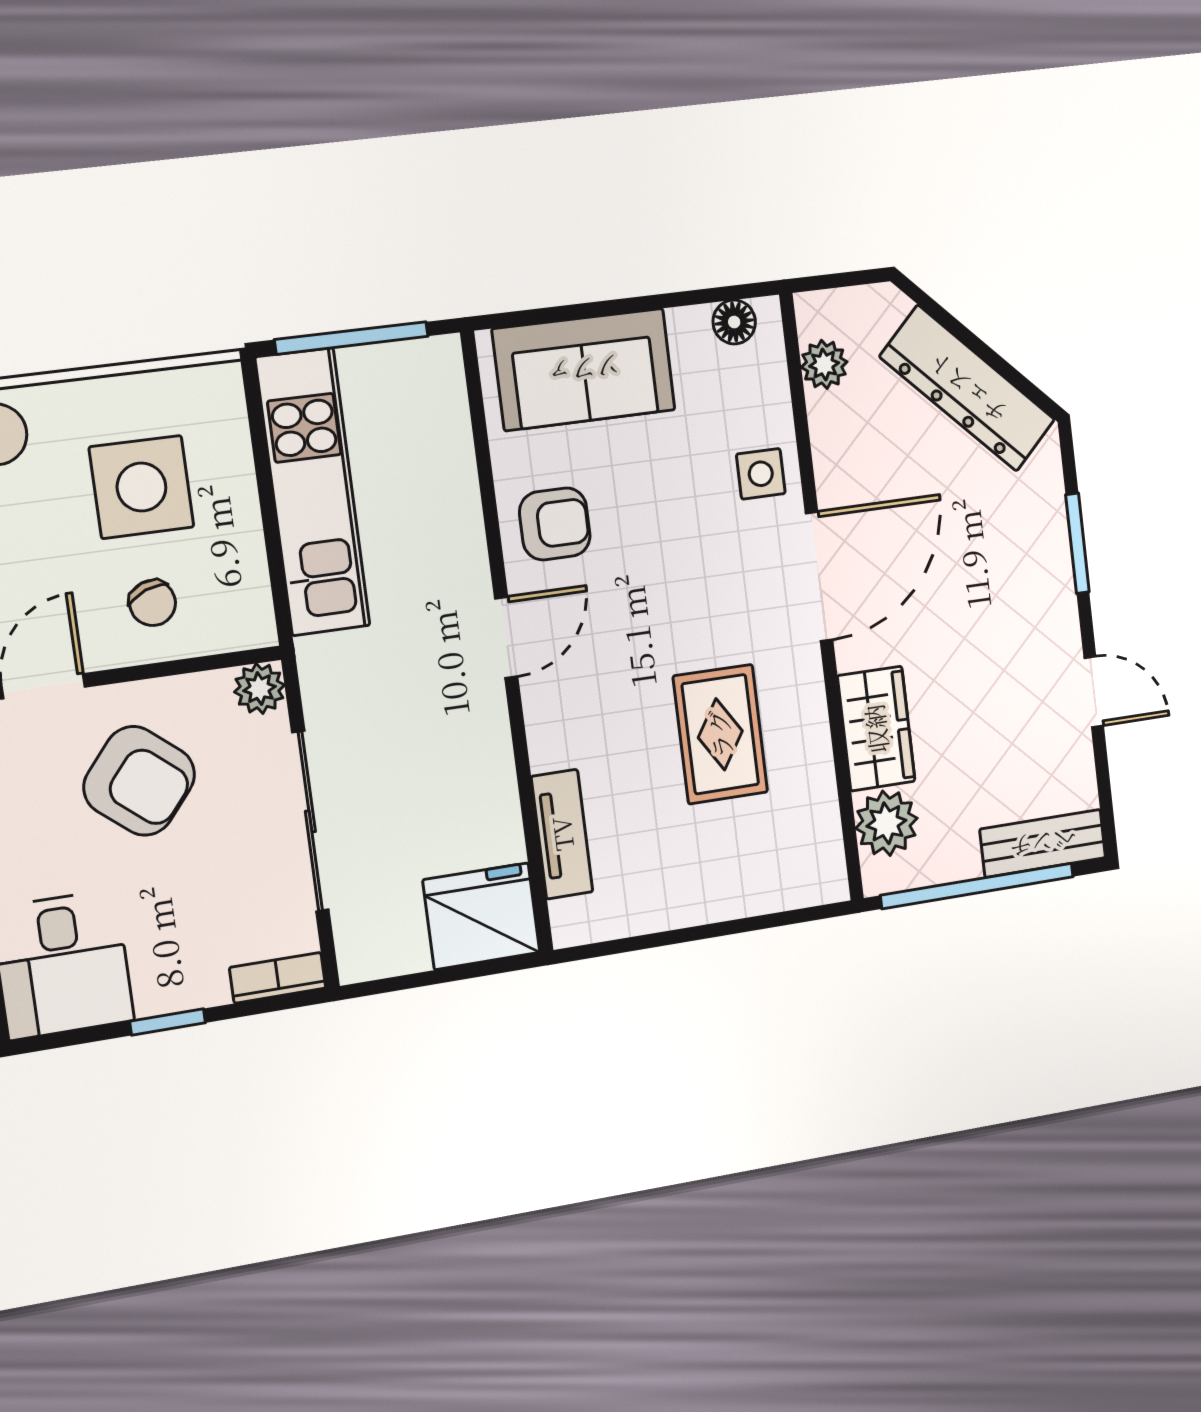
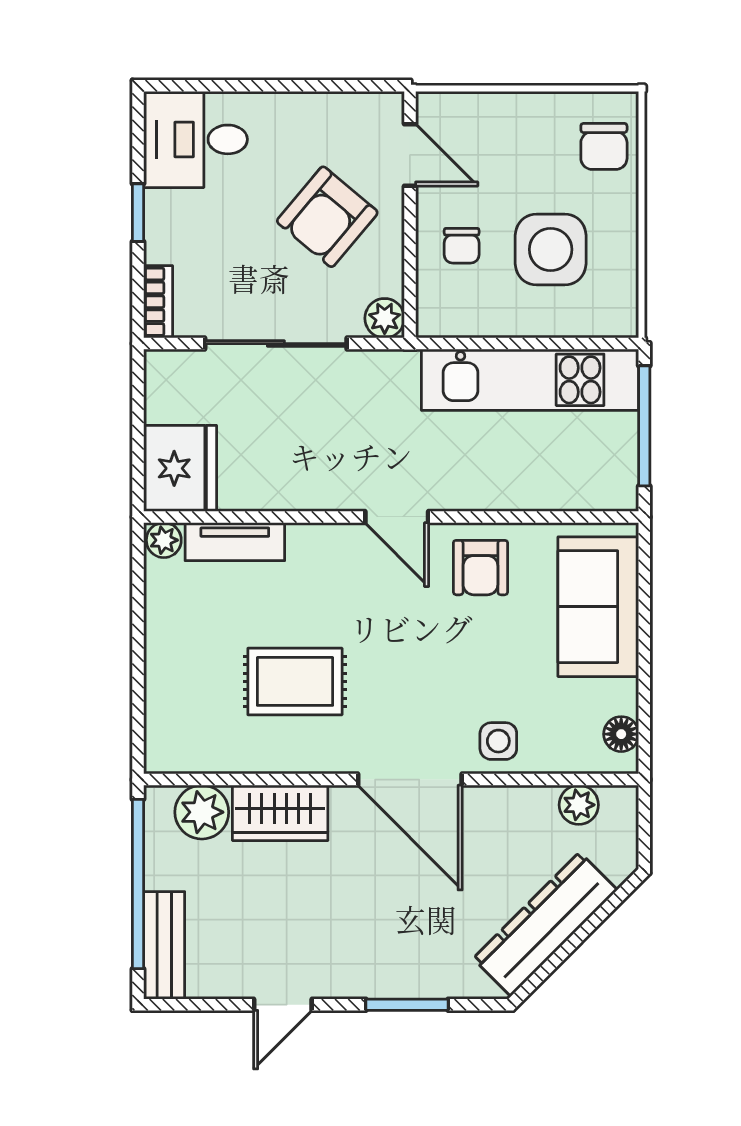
chair: (153, 603) -> (462, 246), turned -69
plant: (571, 922) -> (164, 540), added

